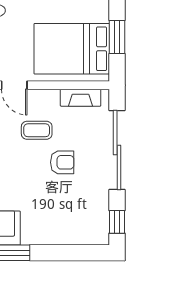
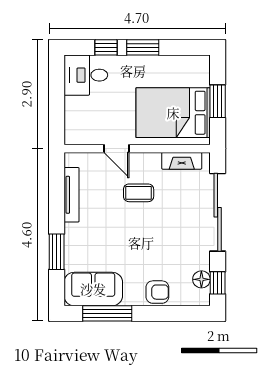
armchair: (62, 162) -> (157, 292), moved
floor lamp: (101, 218) -> (201, 279), added

